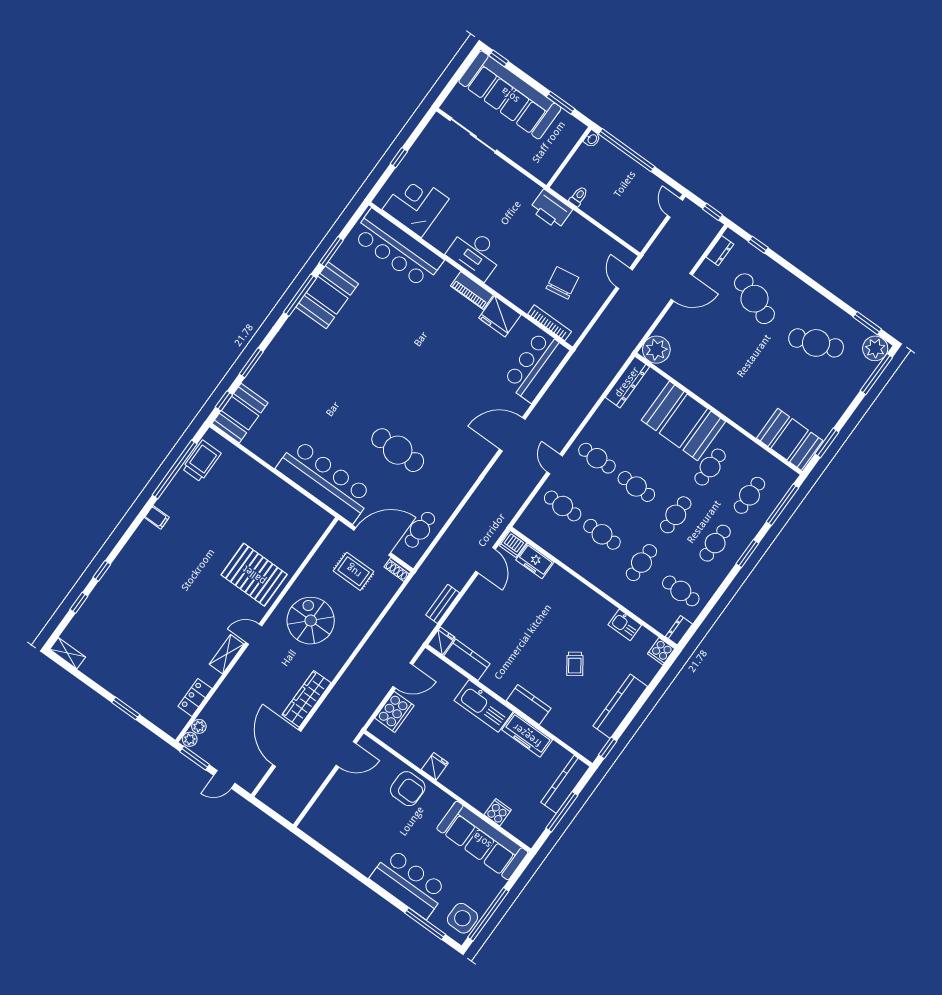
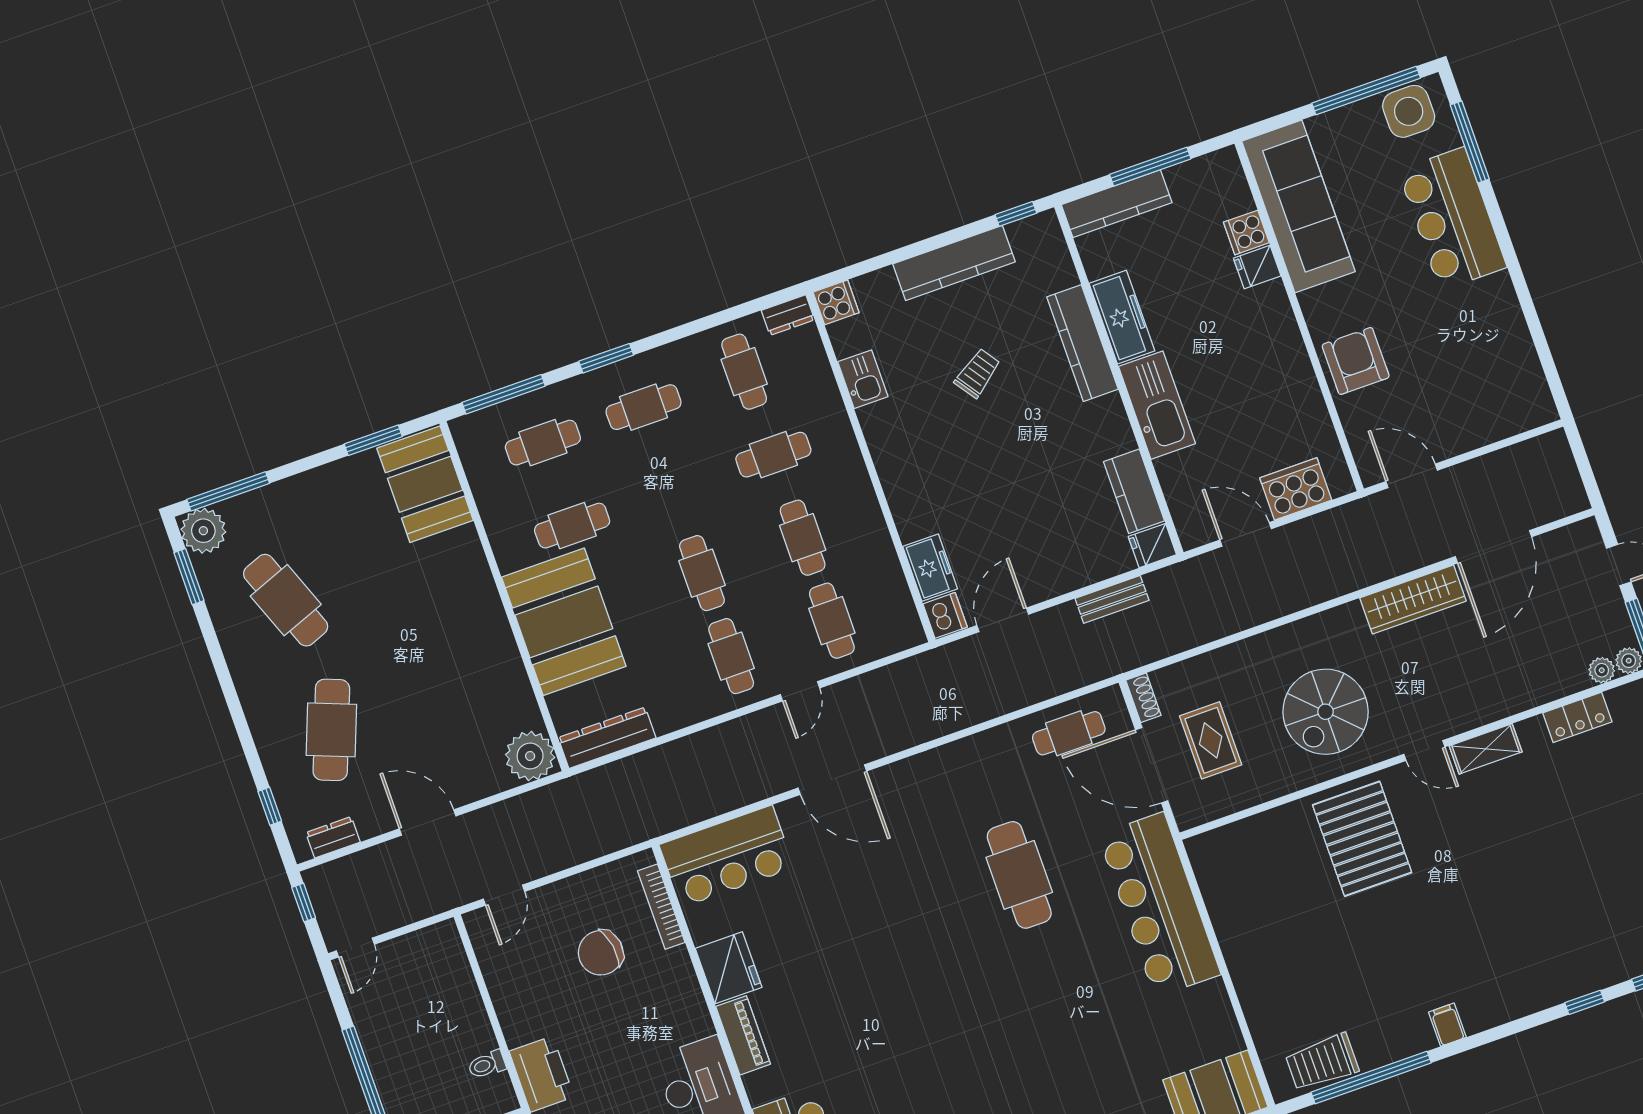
cafe table: (676, 515) -> (673, 490), removed
kitchen counter: (529, 705) -> (1082, 343), width x1.50
fridge: (435, 766) -> (1257, 267), moved

